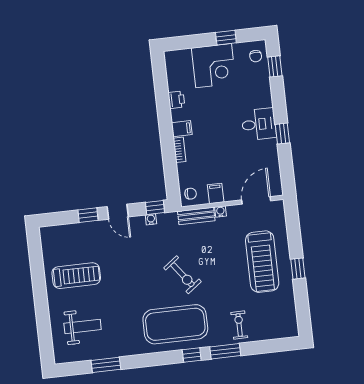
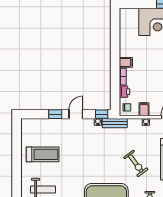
printer: (176, 100) -> (124, 92), moved
door: (118, 212) -> (76, 114), swing flipped
bench: (196, 216) -> (115, 123), moved
exercise bike: (182, 275) -> (136, 163), moved

